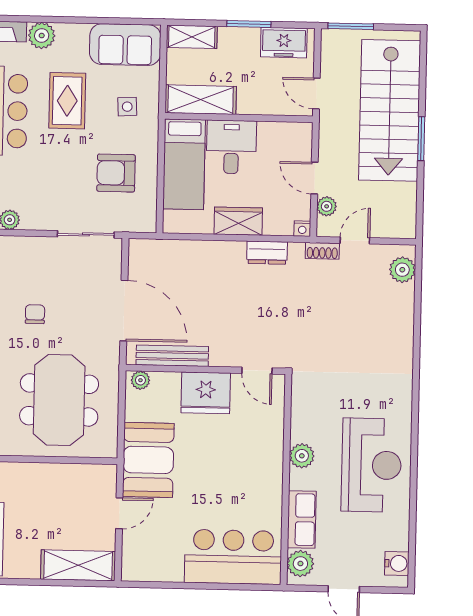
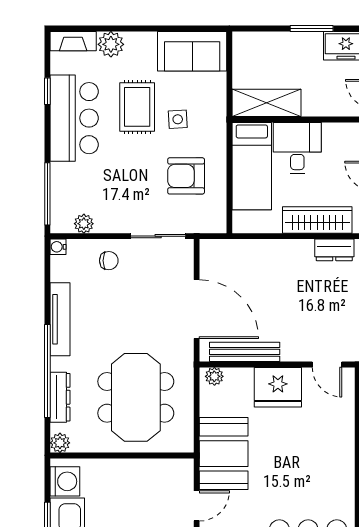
shelving: (192, 37) -> (256, 42), removed
side table: (127, 107) -> (178, 119), moved
wardrobe: (238, 221) -> (317, 220), width x1.50
chair: (35, 314) -> (109, 261), moved, turned 90

